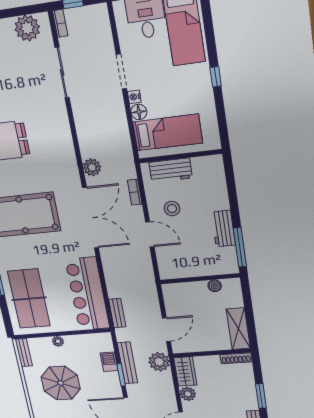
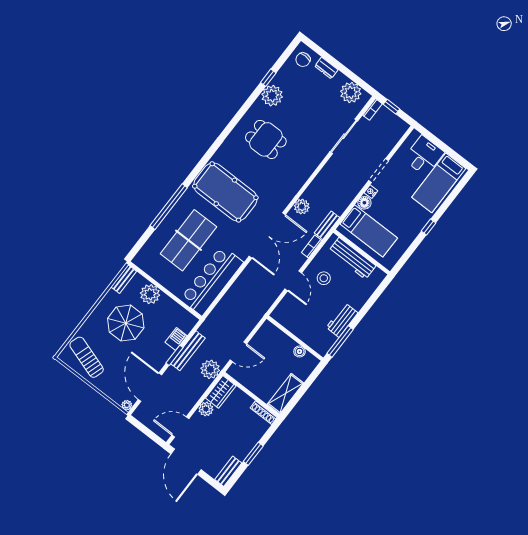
workbench: (171, 170) -> (352, 258), width x1.38
table tennis table: (29, 299) -> (188, 240), moved
bench: (117, 313) -> (327, 225), moved
plant: (58, 341) -> (150, 294), width x1.87, depth x1.87

